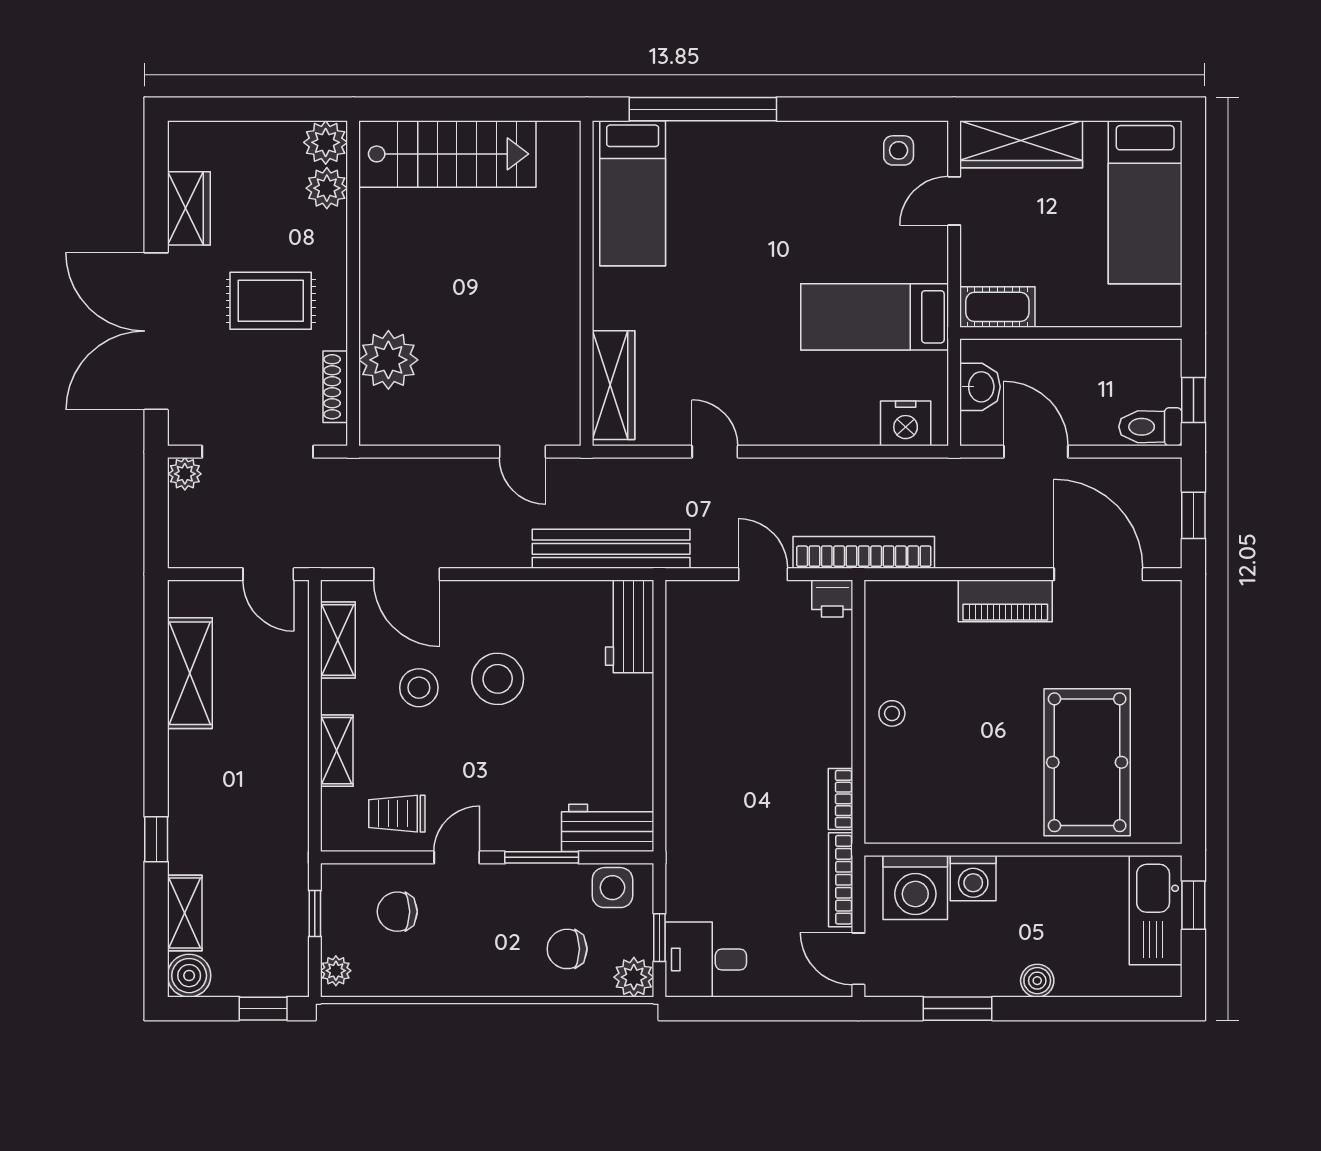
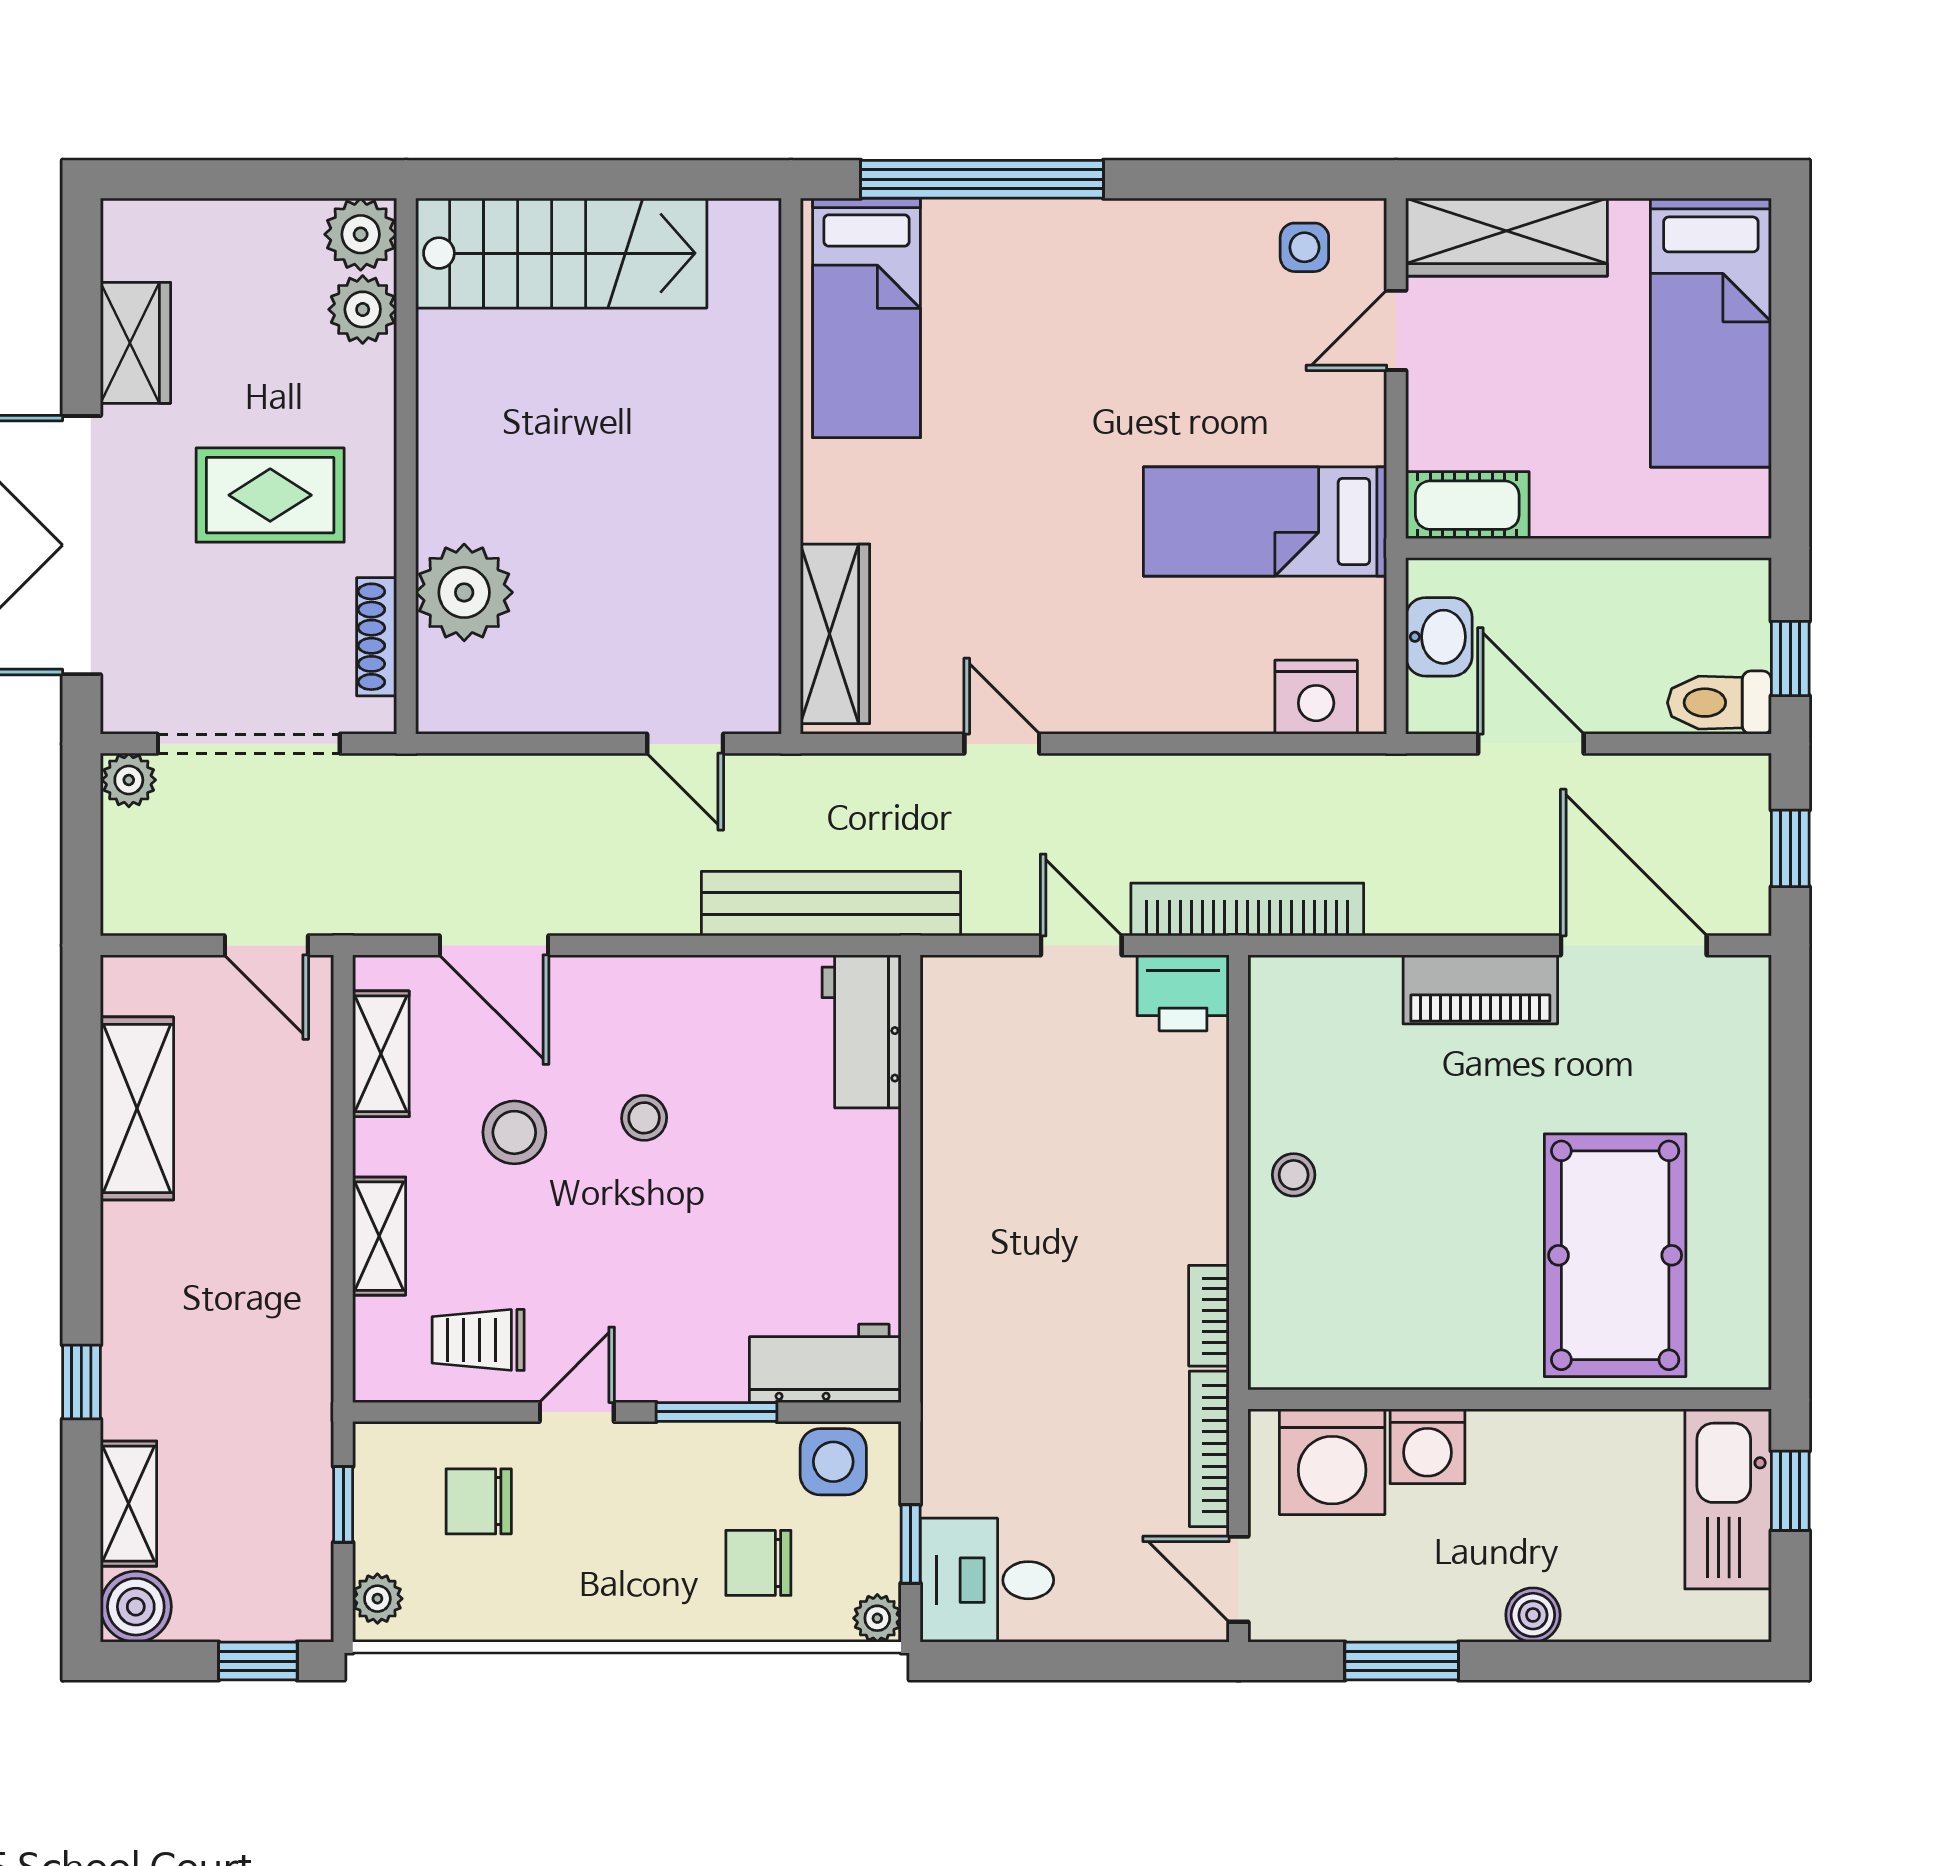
printer: (832, 598) -> (1183, 993), width x1.36, depth x1.24
stool: (498, 679) -> (644, 1118), width x0.53, depth x0.53
plant: (634, 977) -> (877, 1618), width x0.73, depth x0.73

